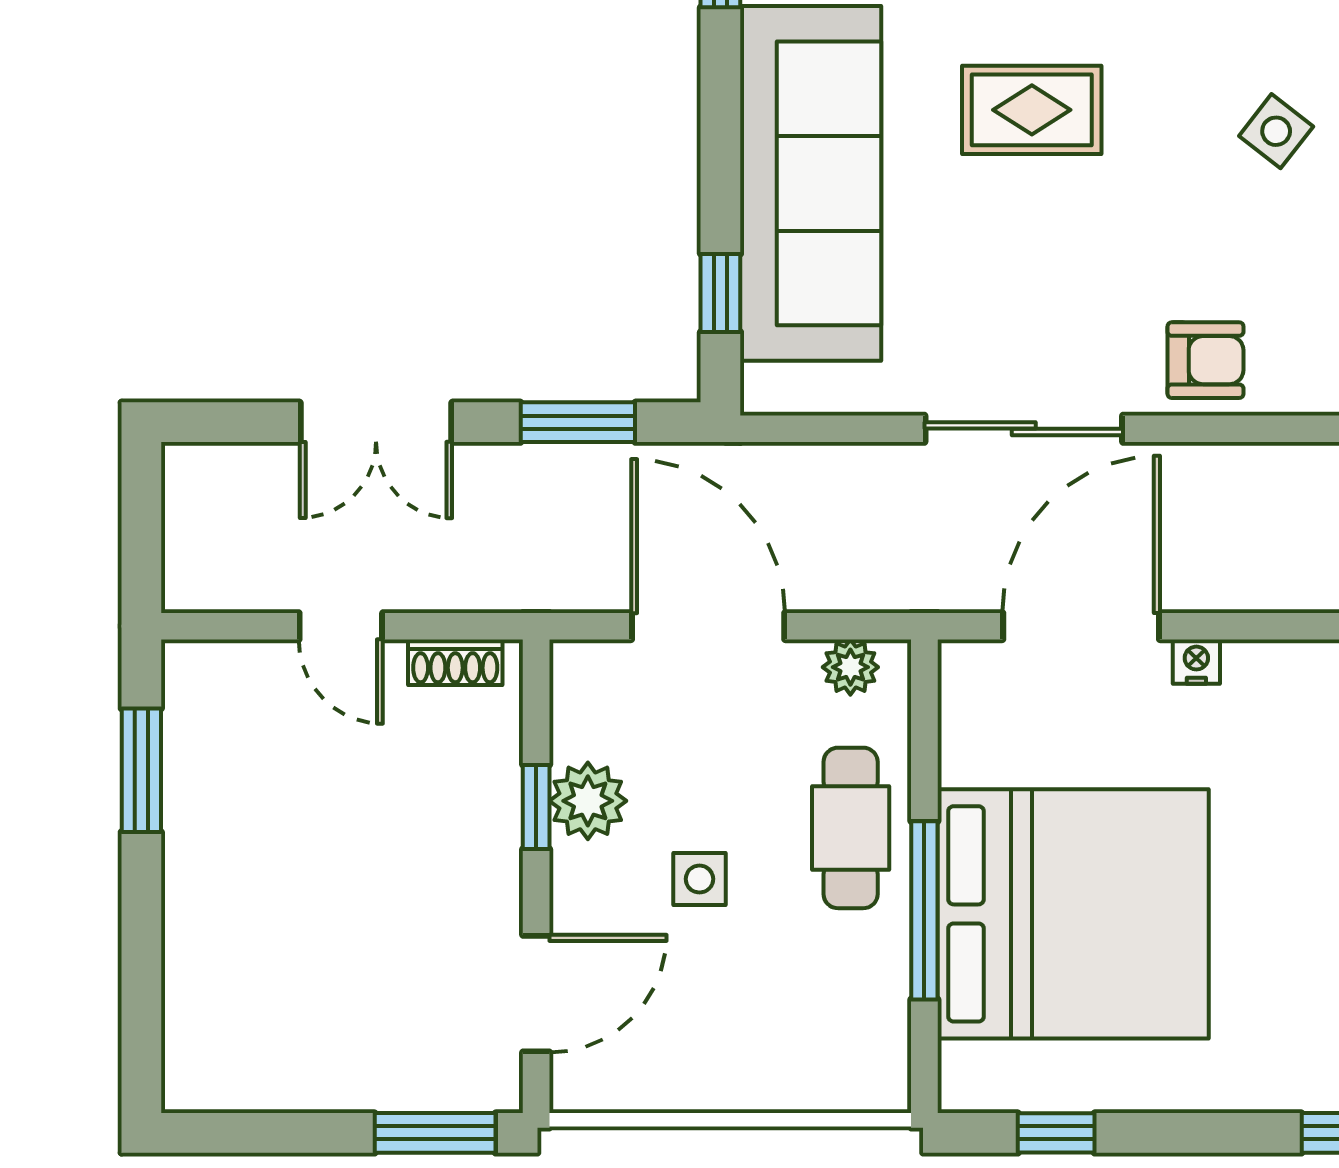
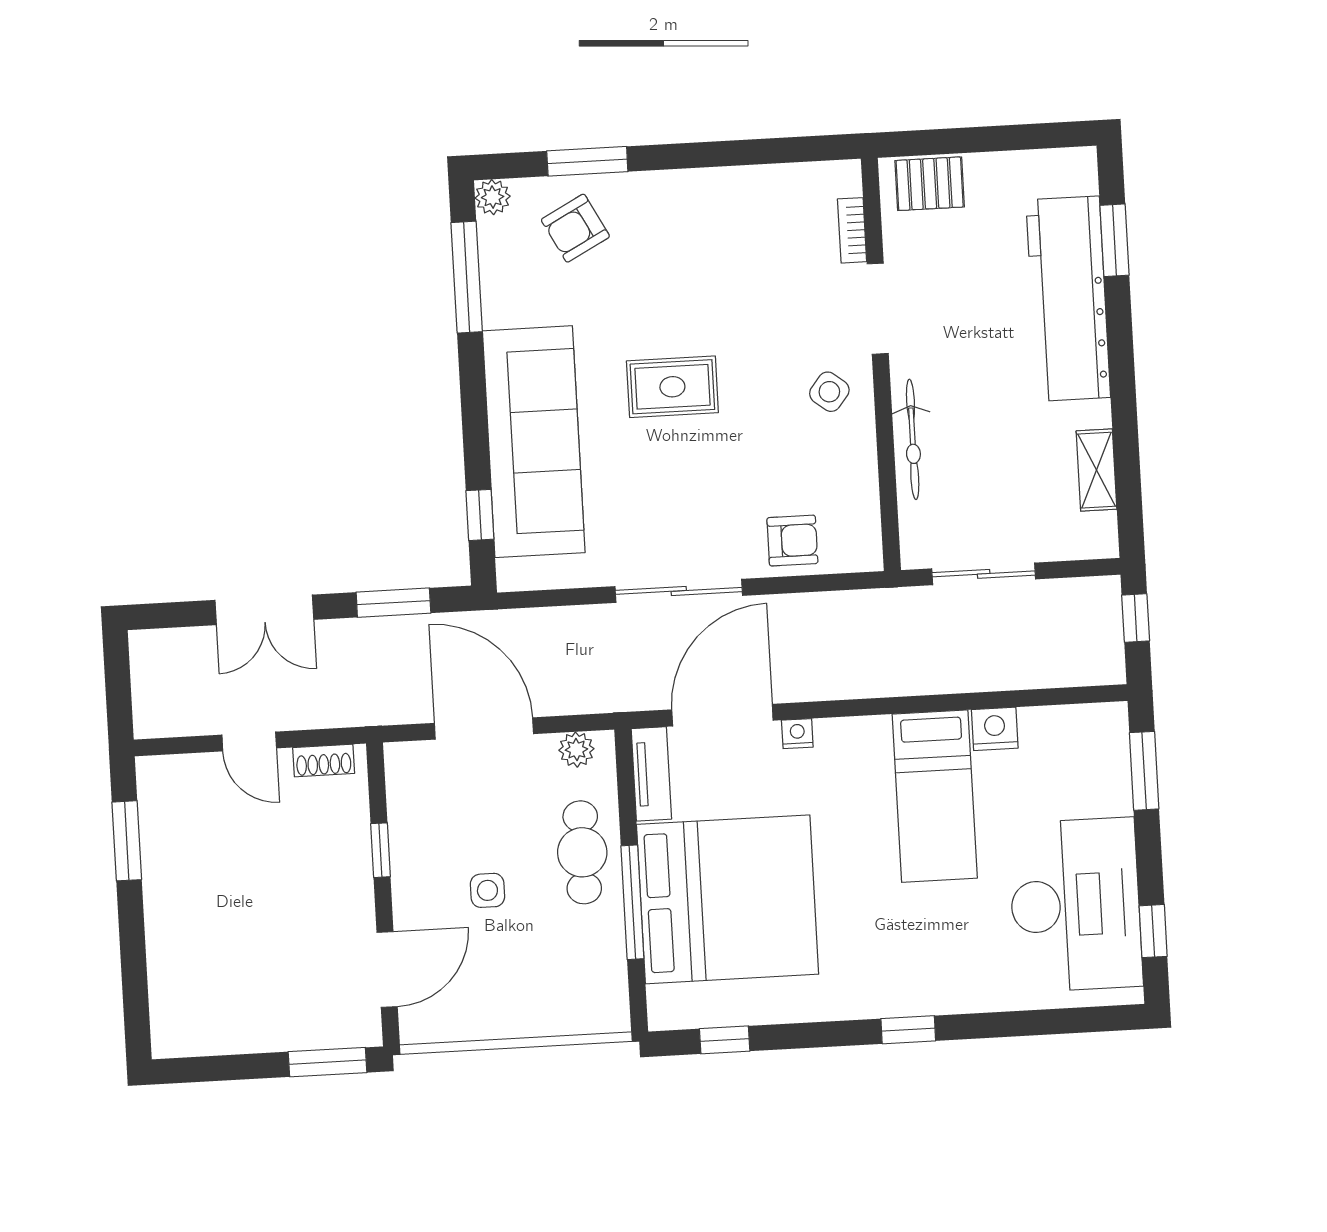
tv unit: (965, 712) -> (651, 774), added
plant: (588, 801) -> (413, 844), removed

